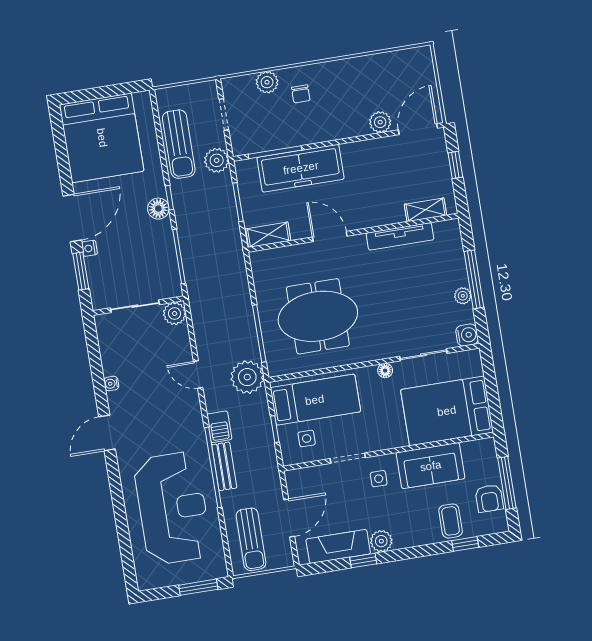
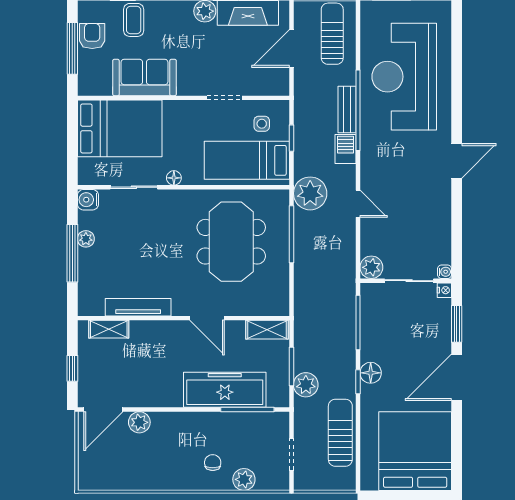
plant: (217, 160) -> (306, 385), moved
nightstand: (89, 248) -> (444, 290), moved
meeting table: (318, 316) -> (231, 242), turned 90
water cooler: (111, 384) -> (445, 272), moved
side table: (379, 479) -> (197, 73), removed

